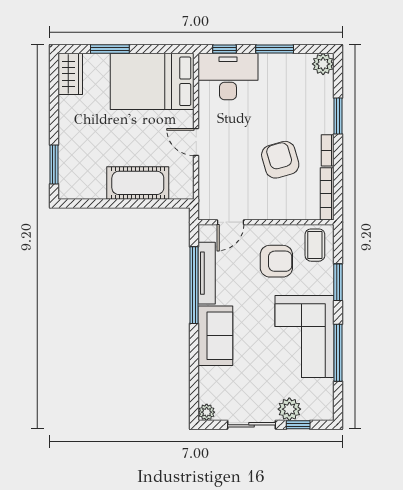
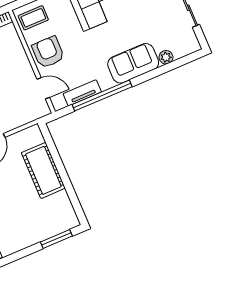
armchair: (276, 261) -> (48, 52), moved
tv unit: (207, 273) -> (82, 93), width x0.71
plant: (207, 412) -> (166, 57), moved

